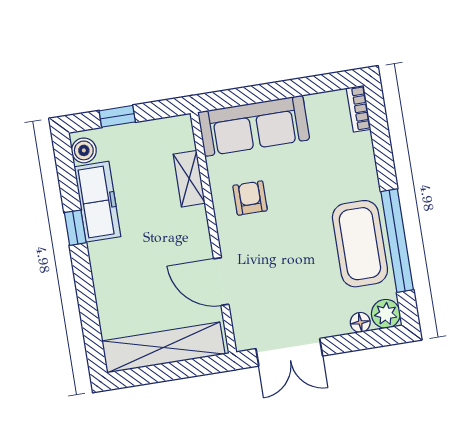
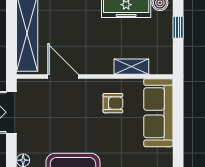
door: (221, 282) -> (63, 76), hinge flipped

